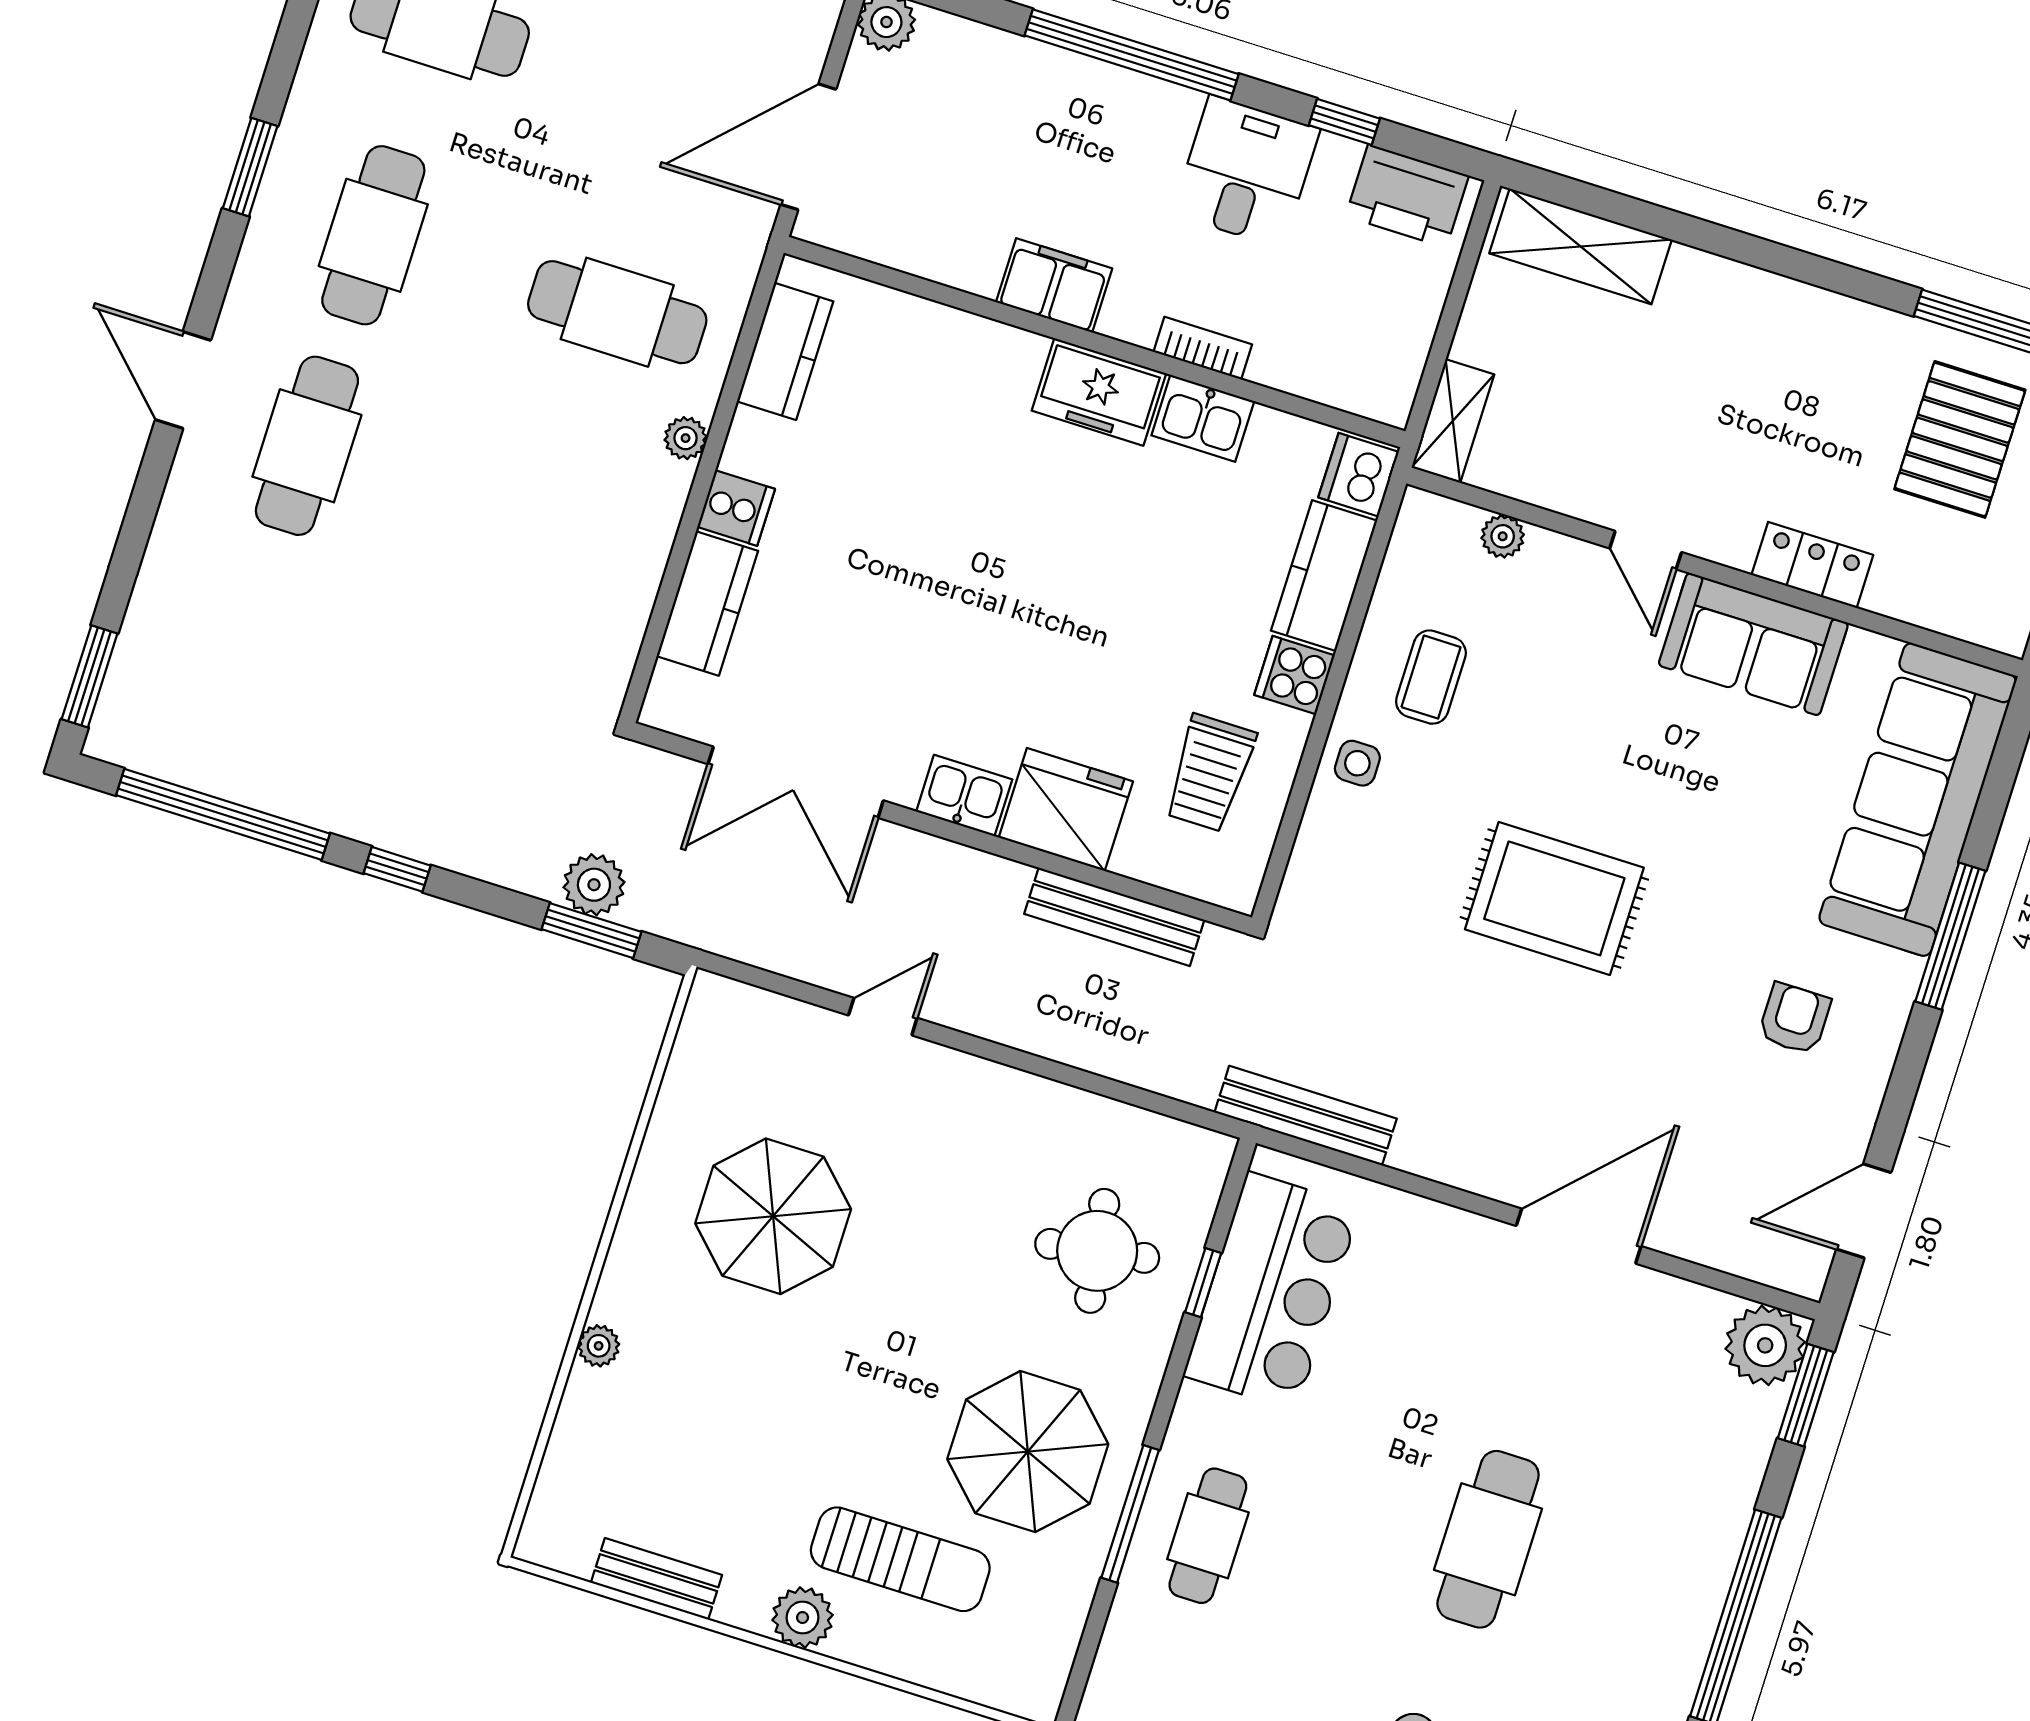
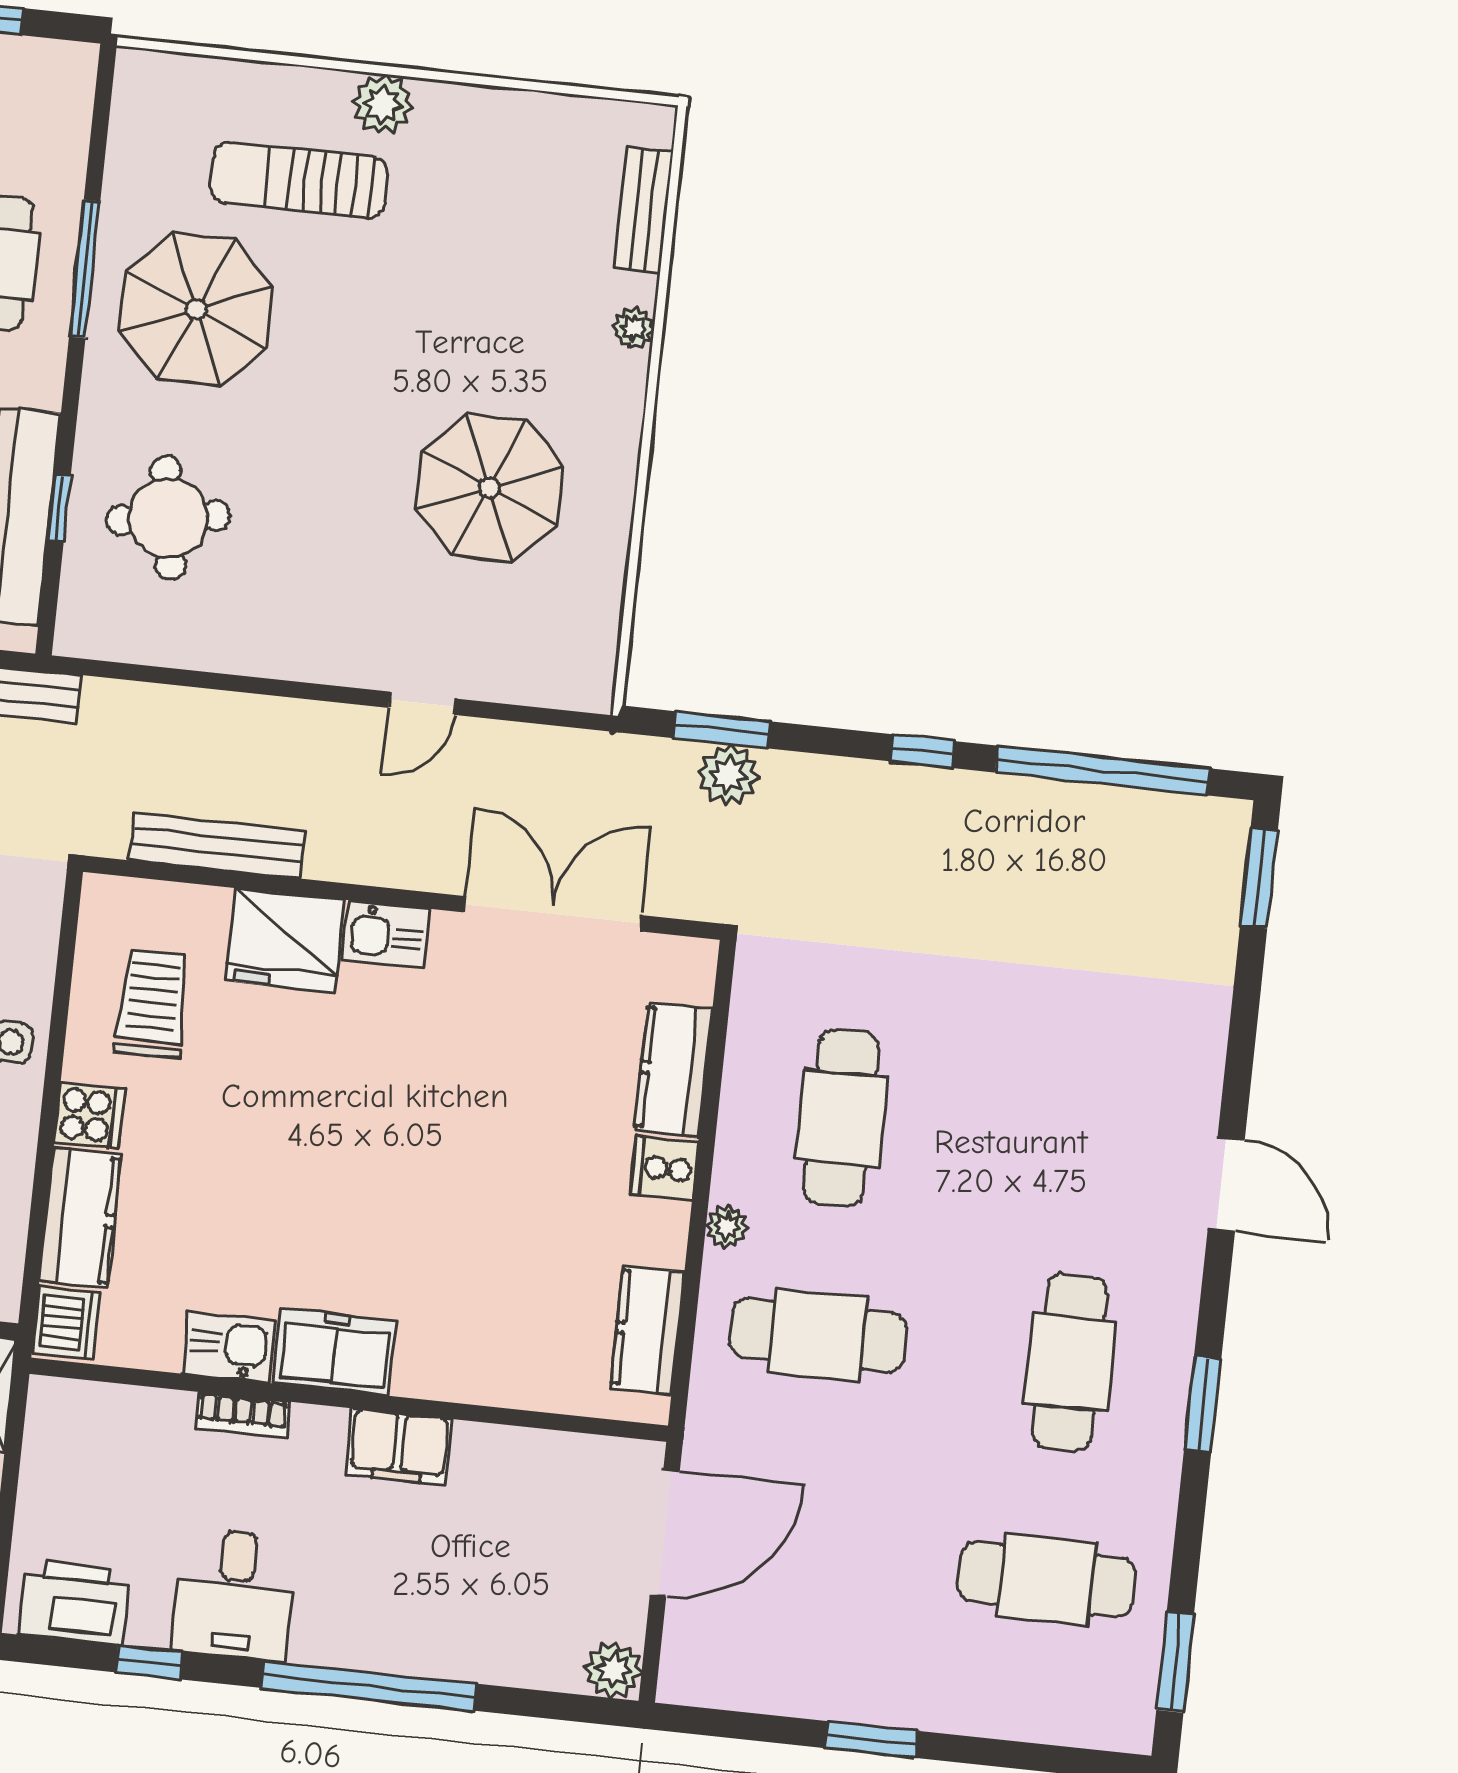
cafe table: (307, 446) -> (841, 1118), moved
bench: (656, 1579) -> (644, 210), moved, turned 90

